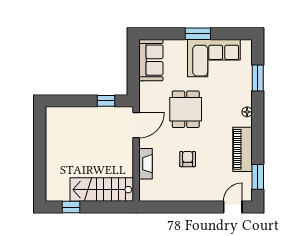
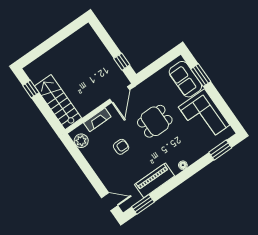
window: (198, 34) -> (201, 75), moved
sofa: (151, 60) -> (185, 79), moved, turned 90
window: (258, 78) -> (220, 150), moved
door: (136, 125) -> (120, 95), hinge flipped
plant: (155, 193) -> (81, 141), added

